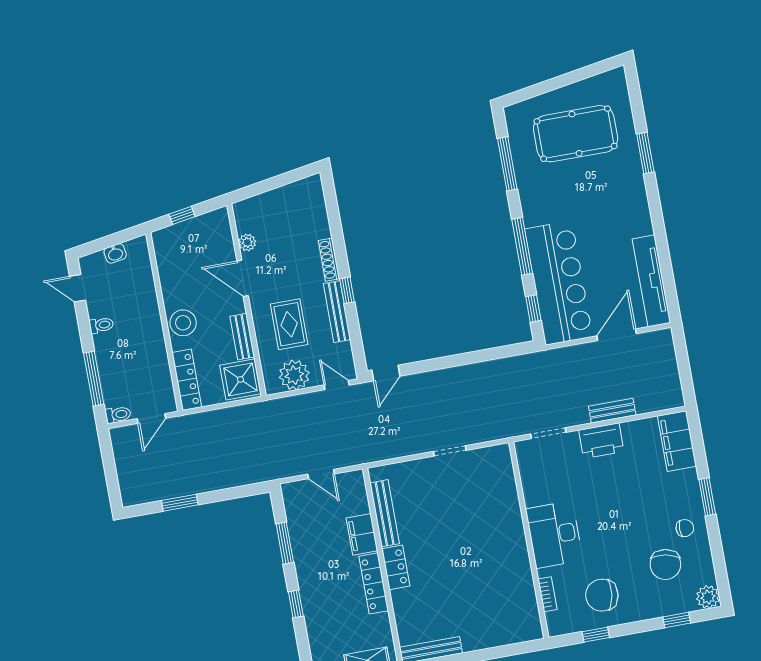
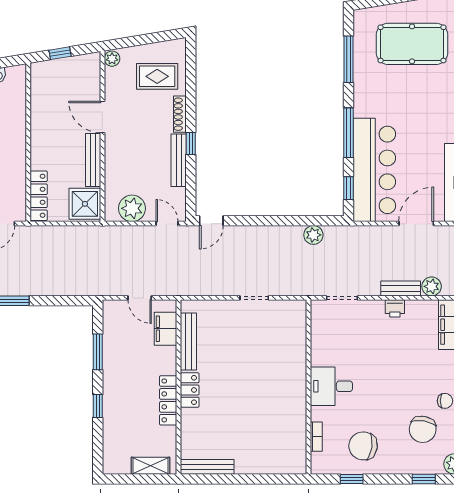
plant: (247, 242) -> (112, 59), moved
stool: (183, 323) -> (44, 146), removed
rug: (289, 324) -> (157, 76), moved, turned 90
bench: (242, 337) -> (93, 160), width x1.36
plant: (503, 368) -> (313, 235), added
plant: (647, 402) -> (432, 286), added
printer: (601, 441) -> (395, 308), width x0.53, depth x0.68
filing cabinet: (362, 534) -> (166, 329), moved
desk: (554, 535) -> (331, 386), width x0.73

